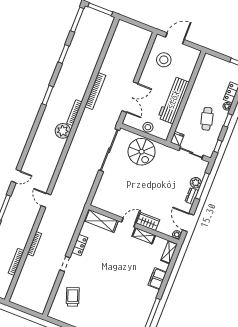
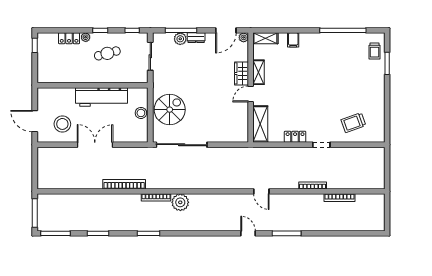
double door: (130, 97) -> (95, 145), moved
fridge: (177, 139) -> (141, 77), removed
door: (46, 200) -> (261, 191), hinge flipped
door: (129, 222) -> (251, 94), hinge flipped
filing cabinet: (157, 279) -> (293, 40), width x0.50

